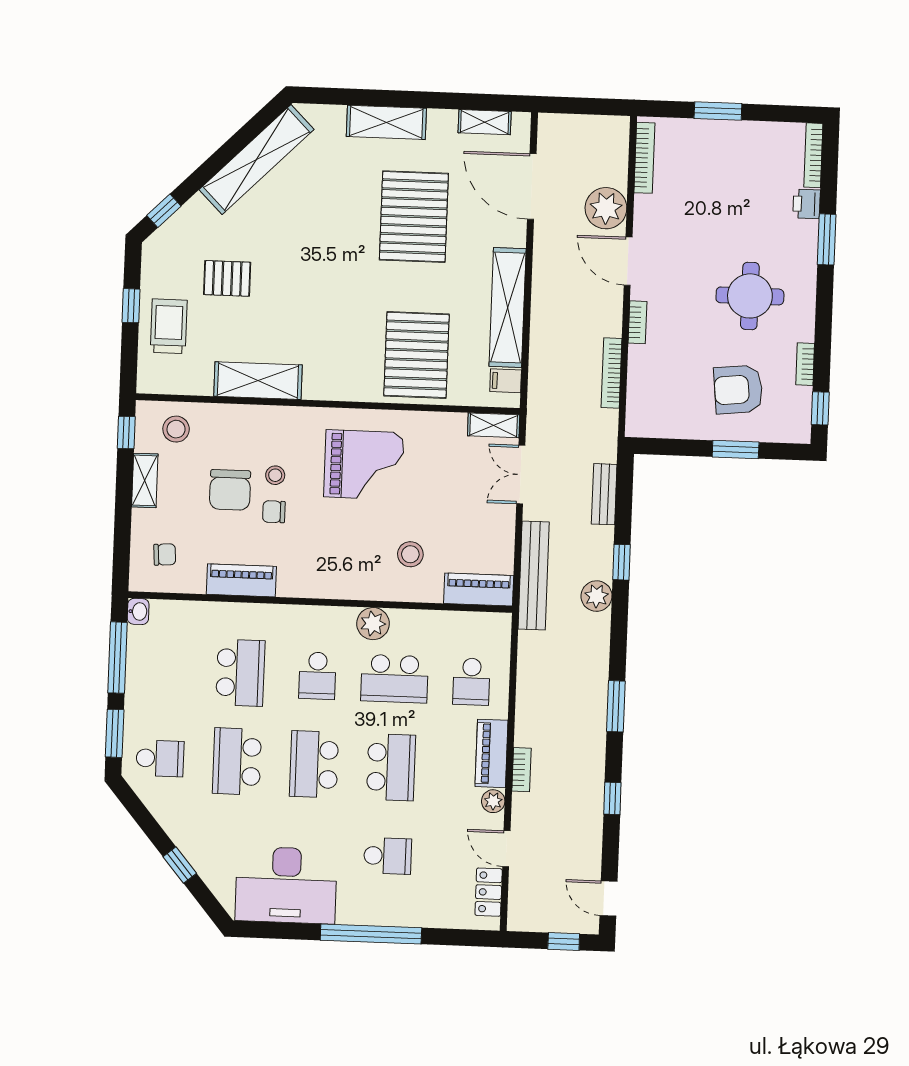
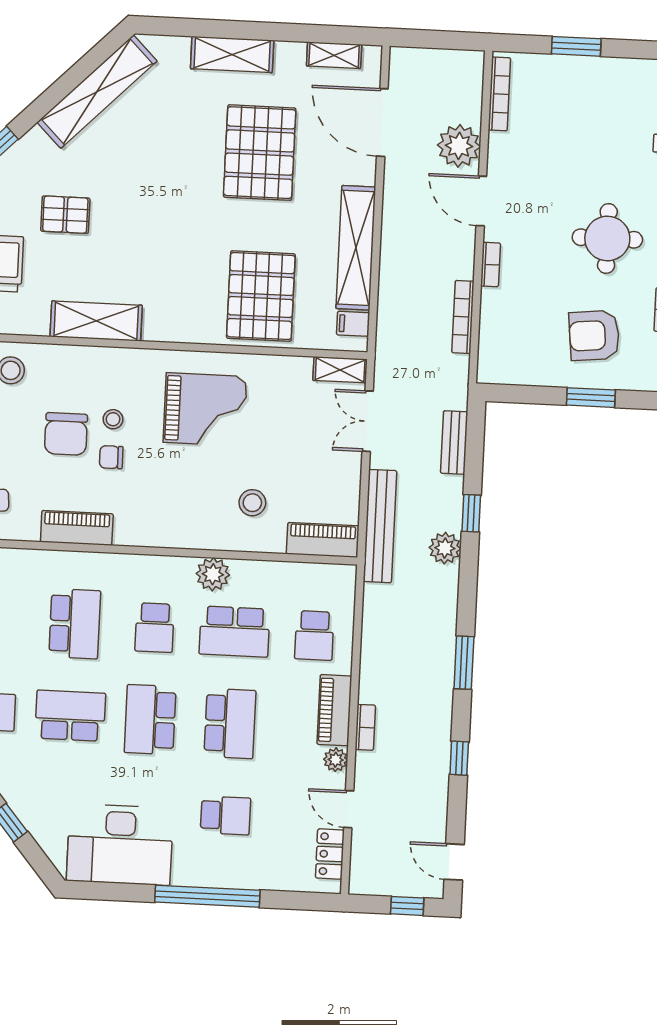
school desk: (237, 761) -> (70, 716), turned 90

